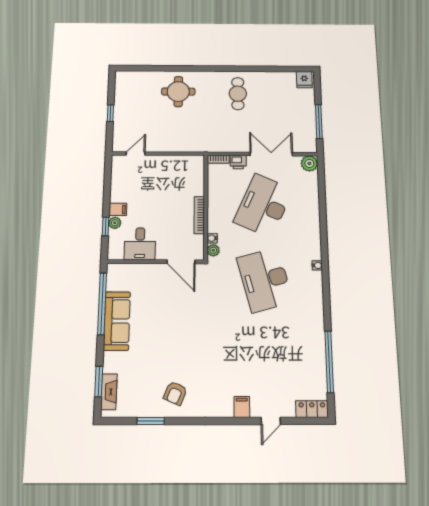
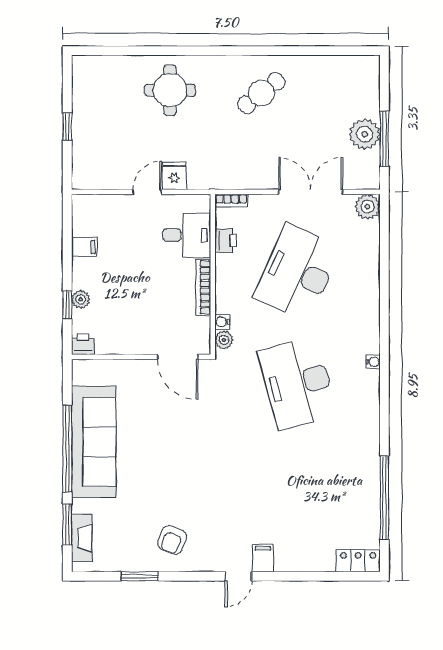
fridge: (304, 80) -> (174, 176), moved, turned 180
cafe table: (238, 94) -> (261, 93), turned 52
plant: (306, 119) -> (365, 134), added
door: (136, 154) -> (147, 192), moved
printer: (238, 162) -> (226, 241), moved, turned -90
filing cabinet: (118, 209) -> (84, 247), moved
desk: (140, 244) -> (187, 235), moved, turned -90
printer: (115, 253) -> (83, 344), added
window: (102, 304) -> (67, 449), moved
sofa: (117, 321) -> (94, 442), width x1.36, depth x1.27
door: (271, 421) -> (238, 576), moved

